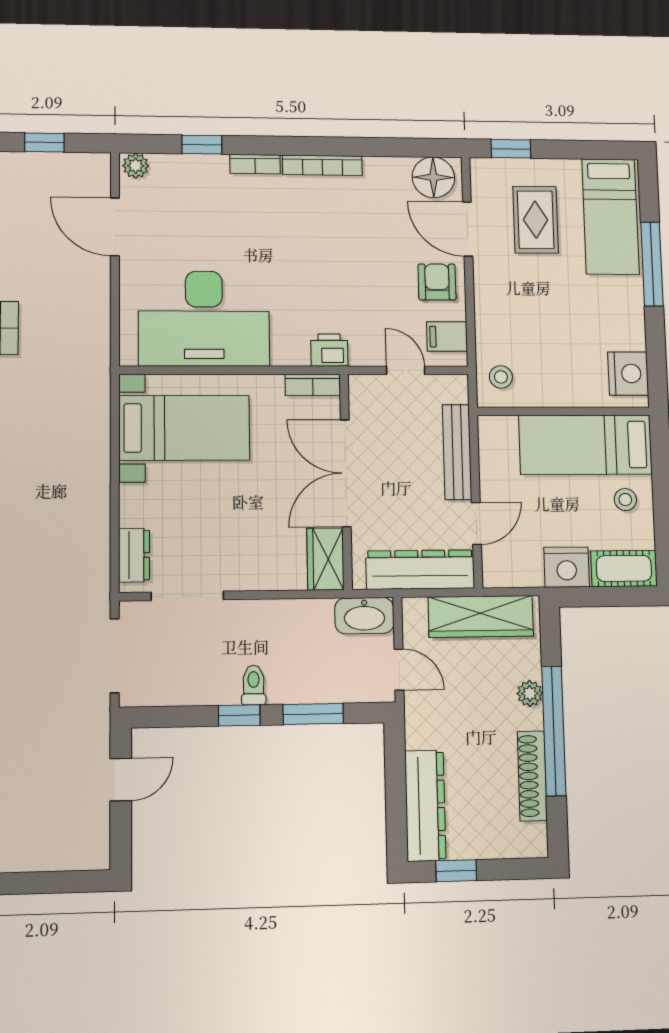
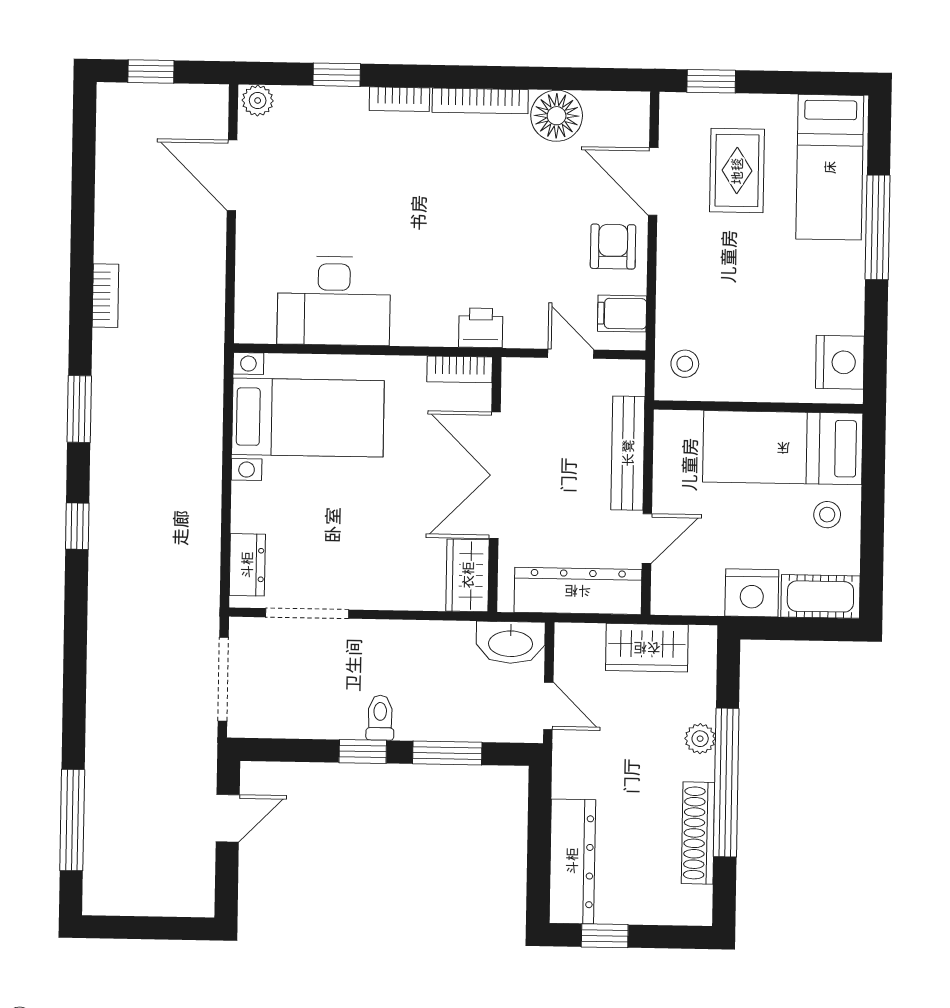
floor lamp: (433, 177) -> (557, 116), moved
desk: (204, 319) -> (334, 301), width x0.73, depth x0.77
wardrobe: (481, 616) -> (647, 648), width x0.67

